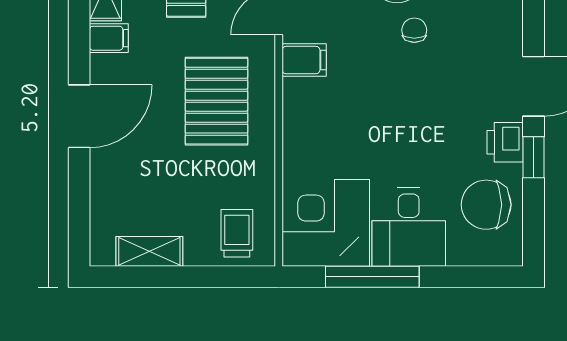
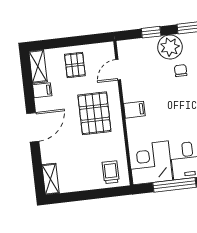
filing cabinet: (304, 60) -> (134, 110), moved
shelving: (149, 251) -> (50, 179), moved, turned 90

